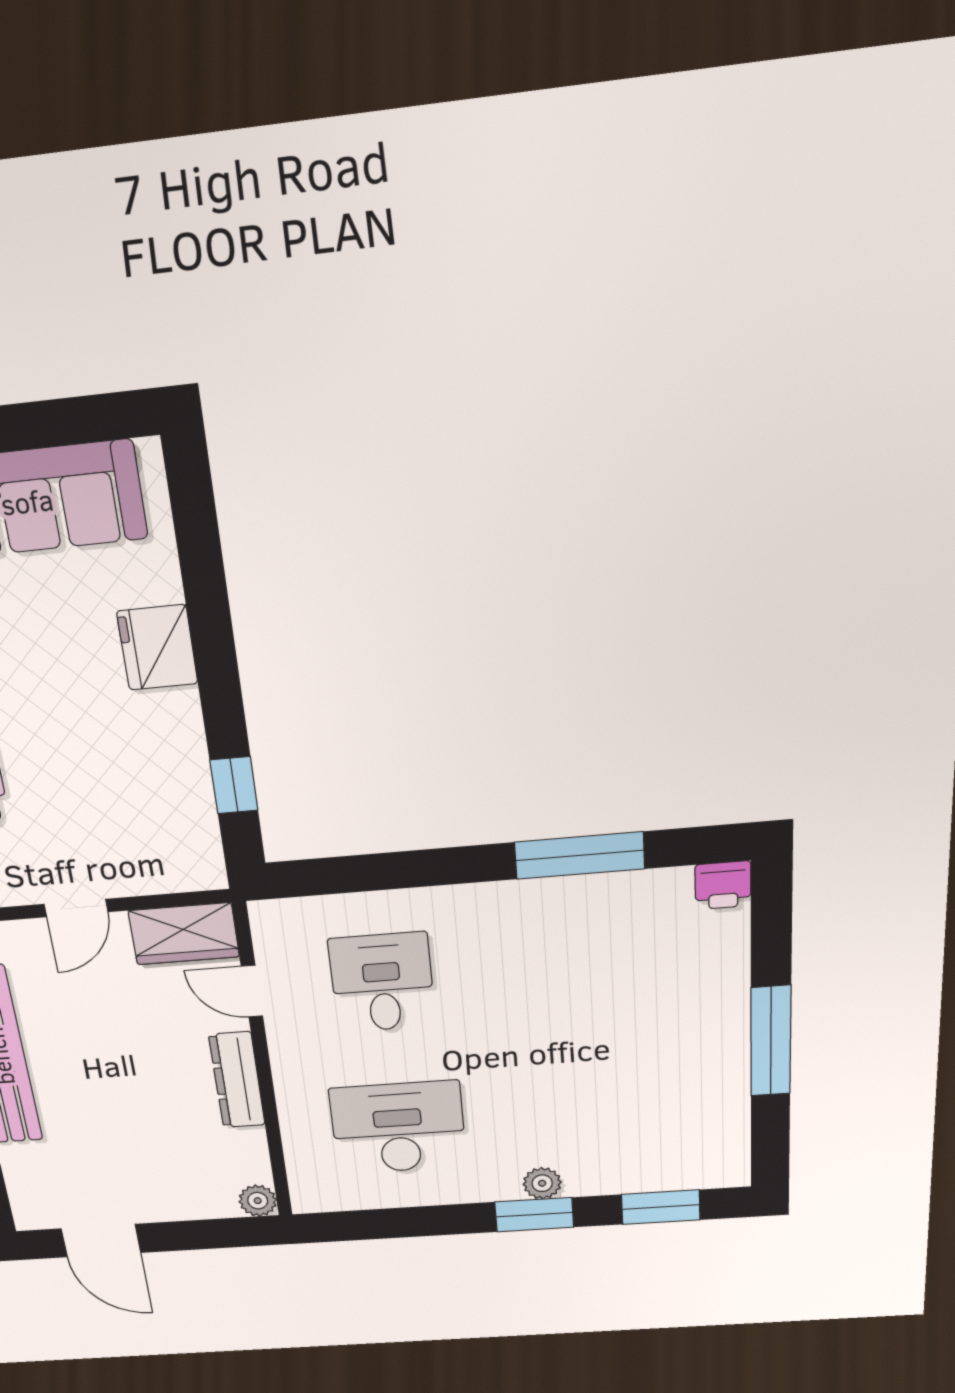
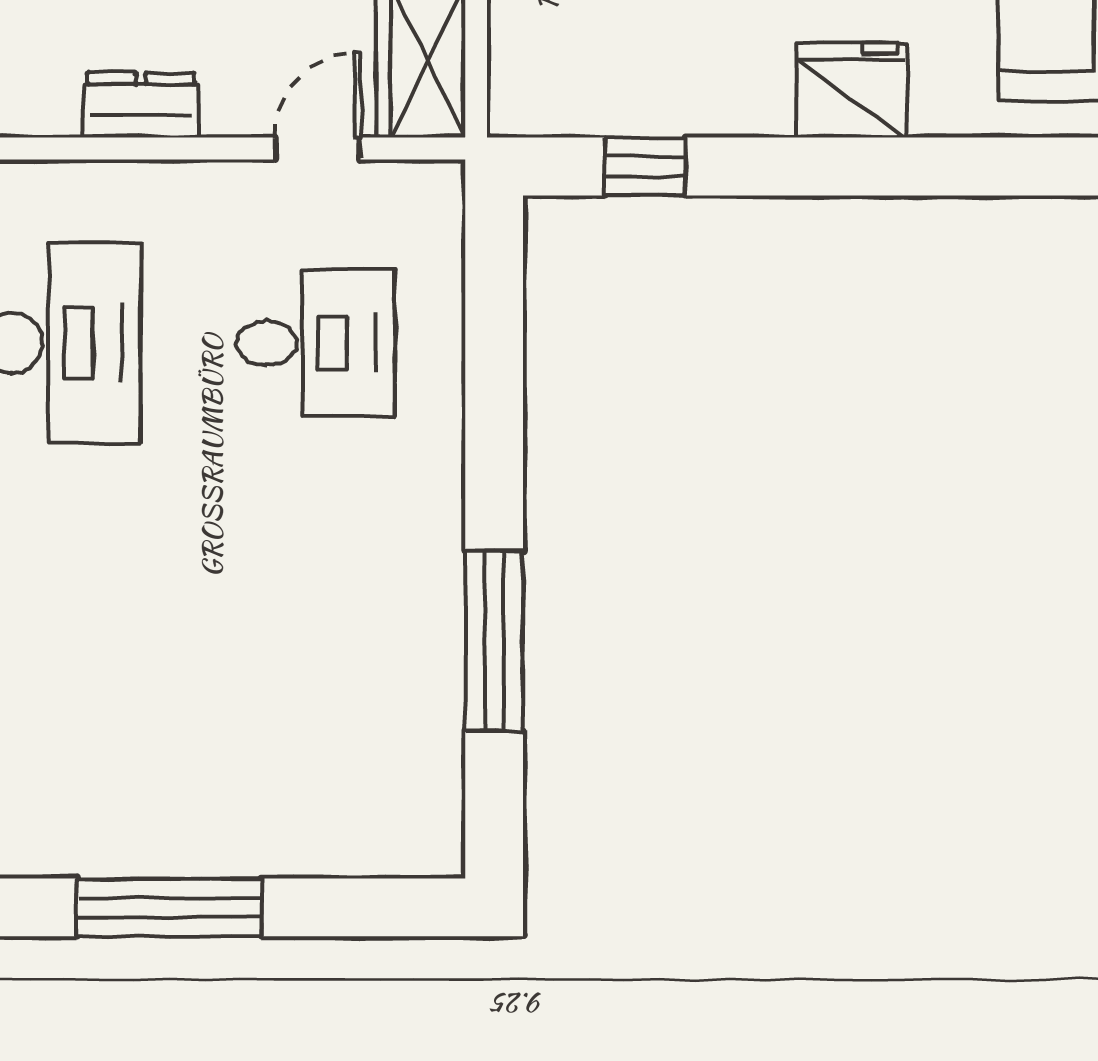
printer: (723, 885) -> (430, 840), removed
dresser: (237, 1080) -> (141, 105), width x0.70

